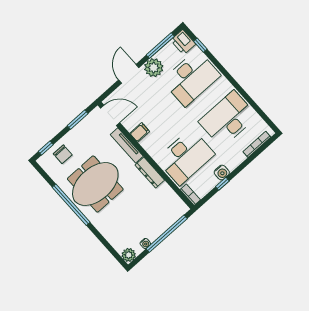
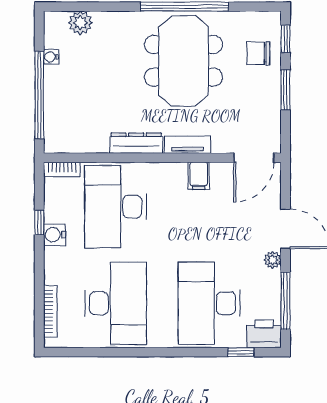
plant: (154, 68) -> (273, 260), width x0.53, depth x0.53
window: (78, 120) -> (285, 90), moved
tv unit: (127, 145) -> (187, 145), width x0.71
plant: (129, 255) -> (80, 23), moved

